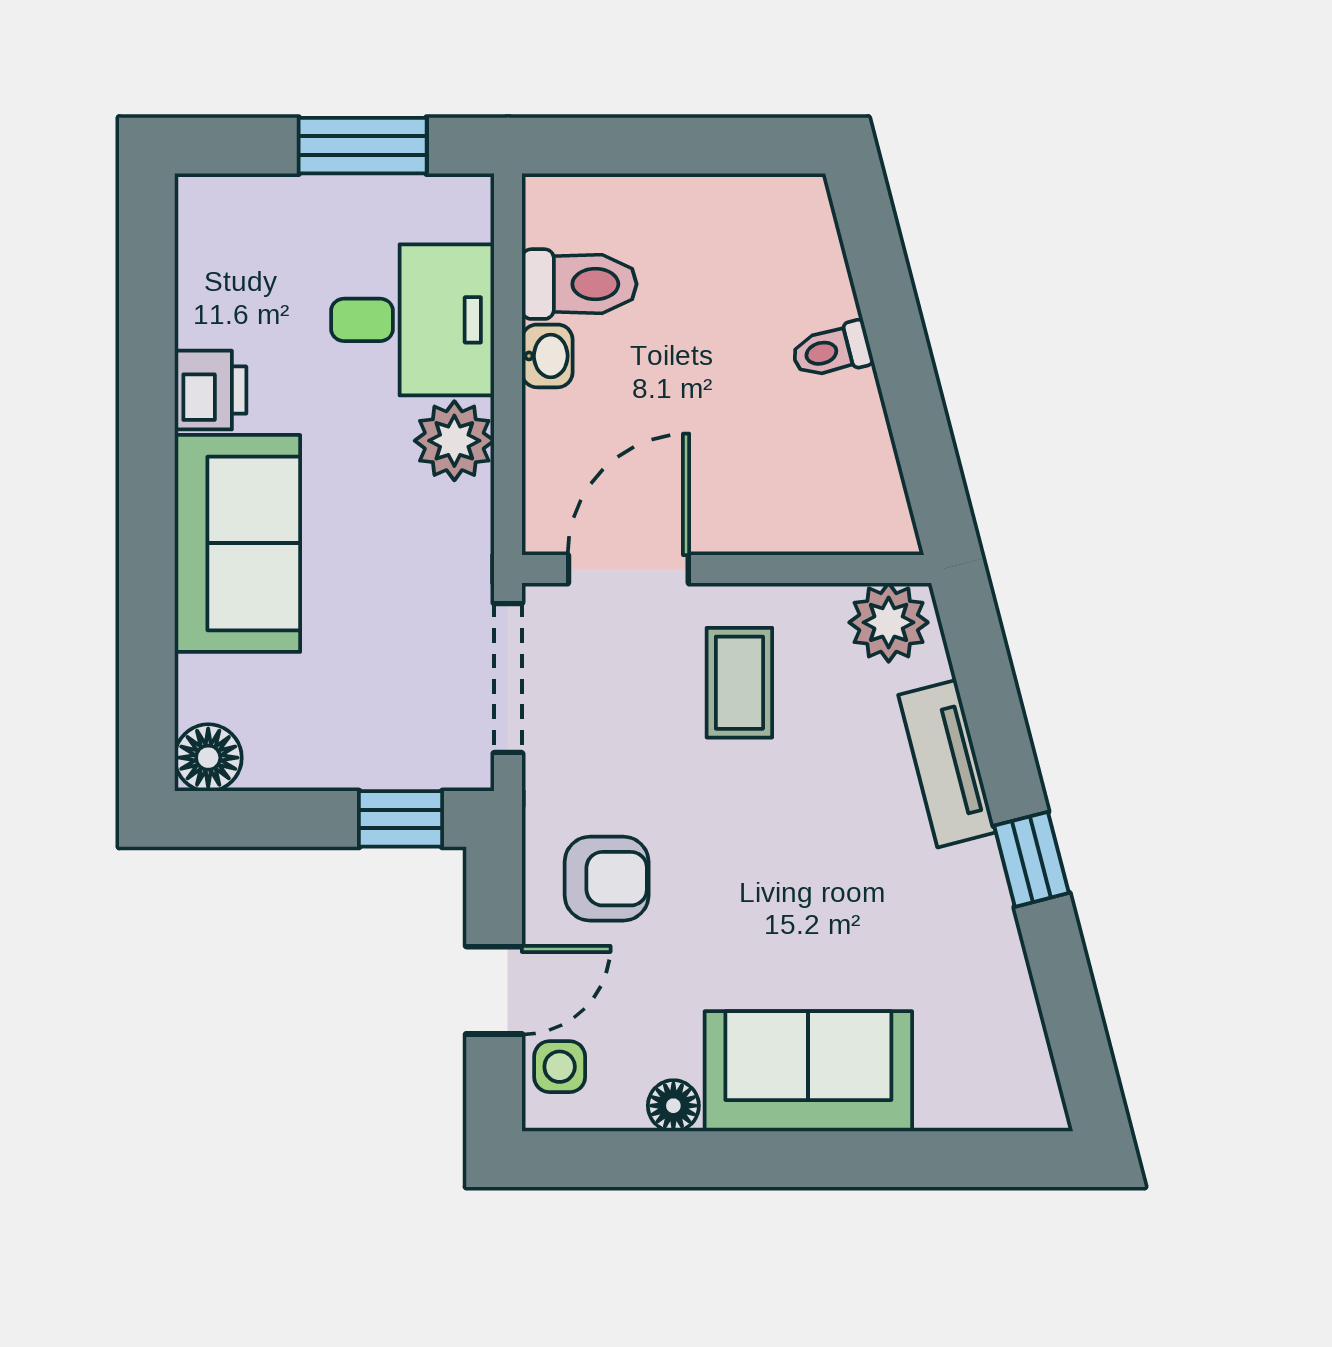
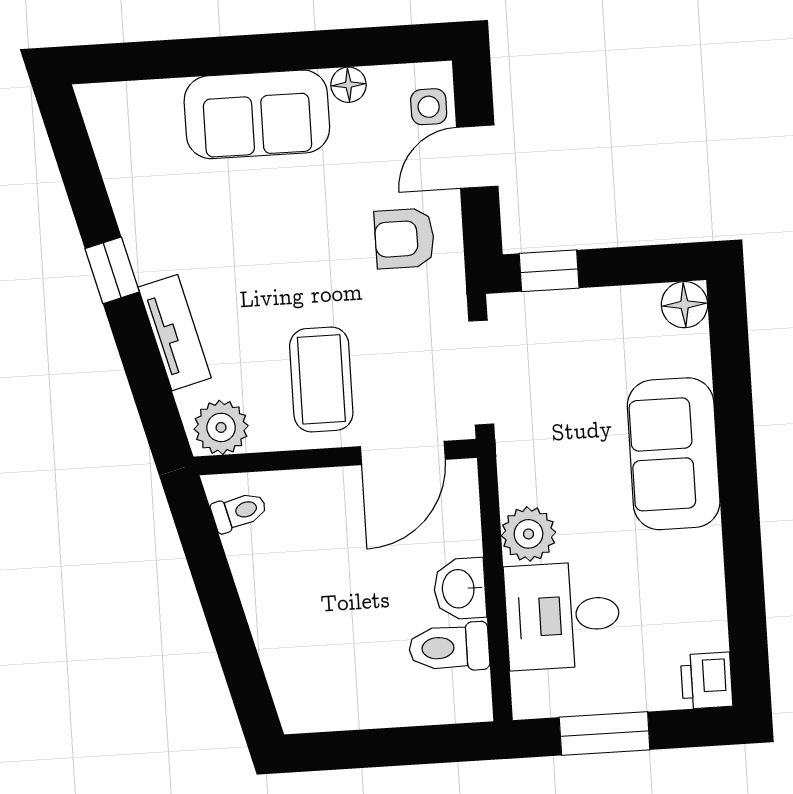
toilet: (832, 351) -> (239, 512), moved
washbasin: (547, 356) -> (460, 589), width x1.38, depth x1.45
printer: (210, 390) -> (707, 681), moved
coffee table: (739, 683) -> (321, 379), width x1.36, depth x1.30

